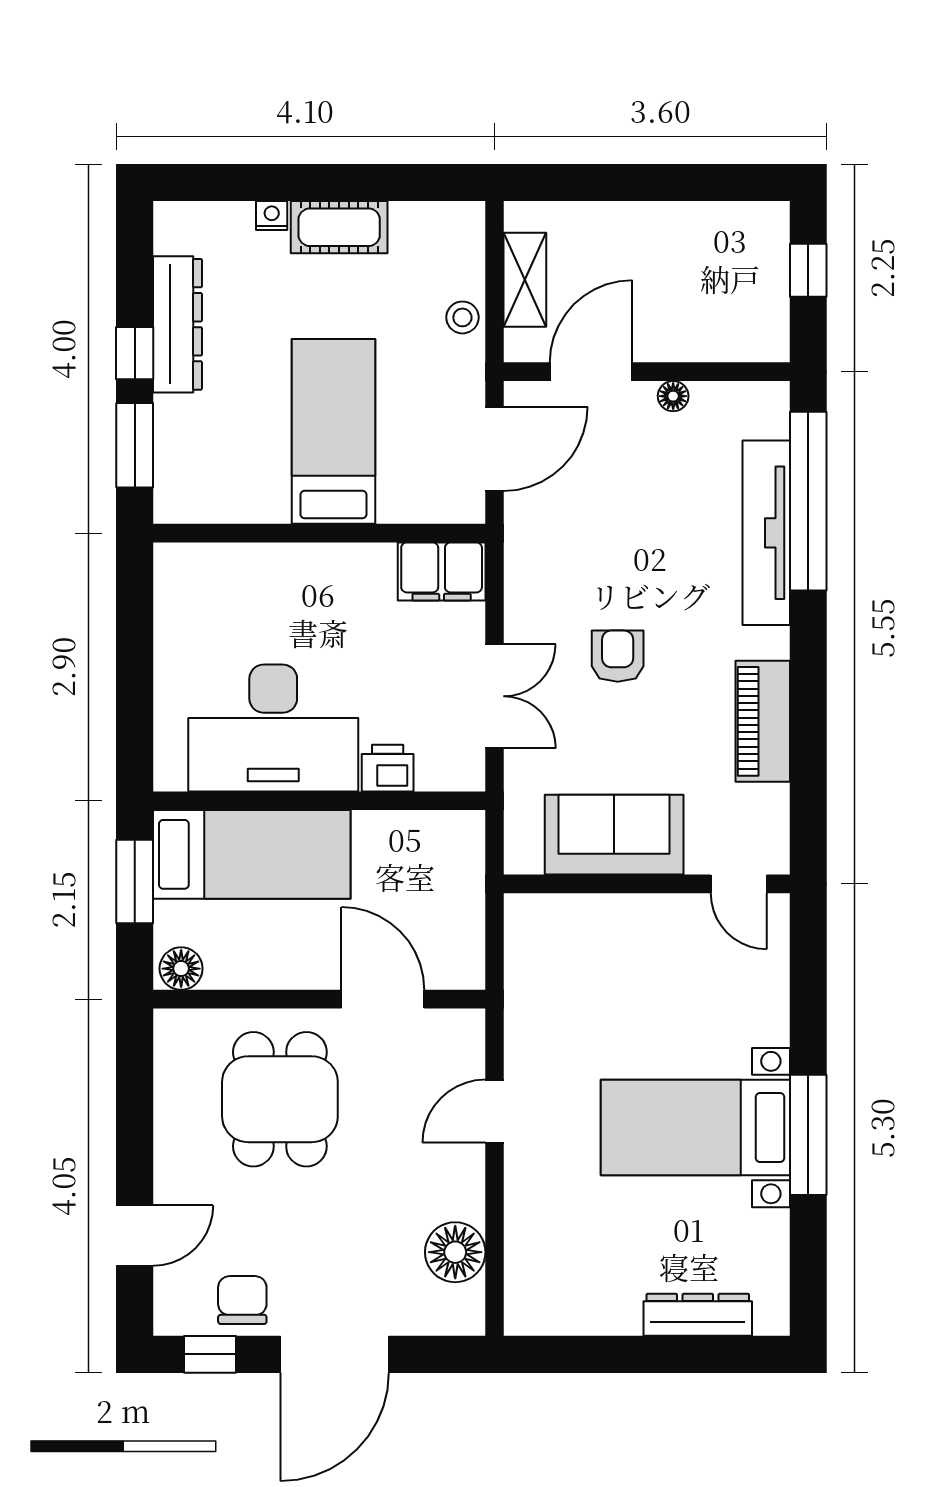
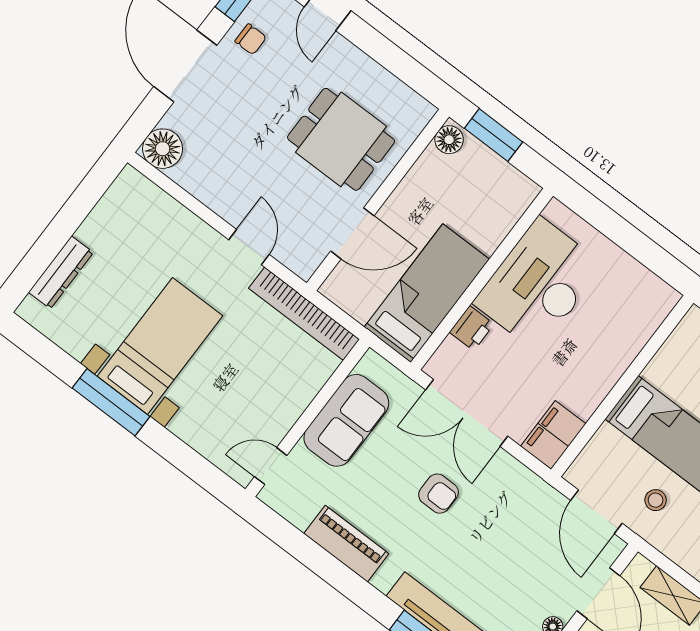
stool: (462, 317) -> (656, 500), moved
double door: (495, 696) -> (467, 413), width x1.37
bed: (252, 854) -> (427, 293), moved, turned 180
window: (135, 882) -> (494, 135), moved
bookcase: (524, 983) -> (304, 314), added
floor lamp: (455, 1252) -> (163, 149), moved
chair: (242, 1300) -> (251, 39), width x0.73, depth x0.73

